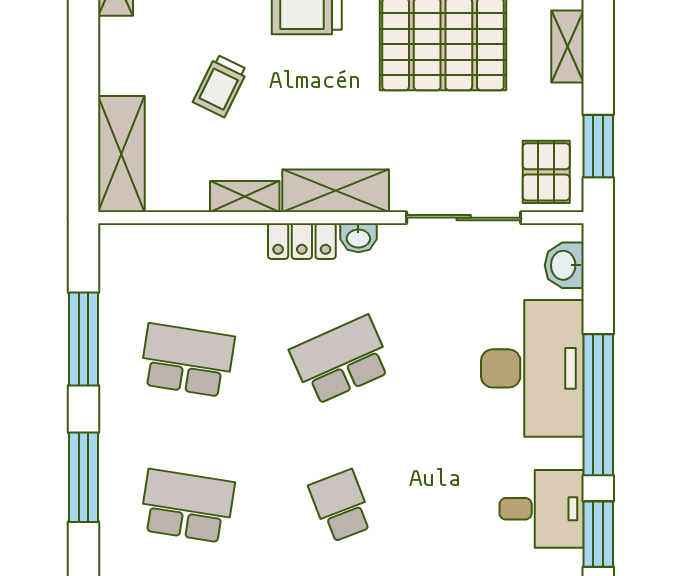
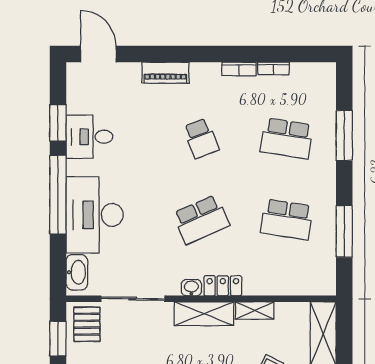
washbasin: (564, 265) -> (77, 272), width x1.38
window: (83, 477) -> (344, 135), moved

